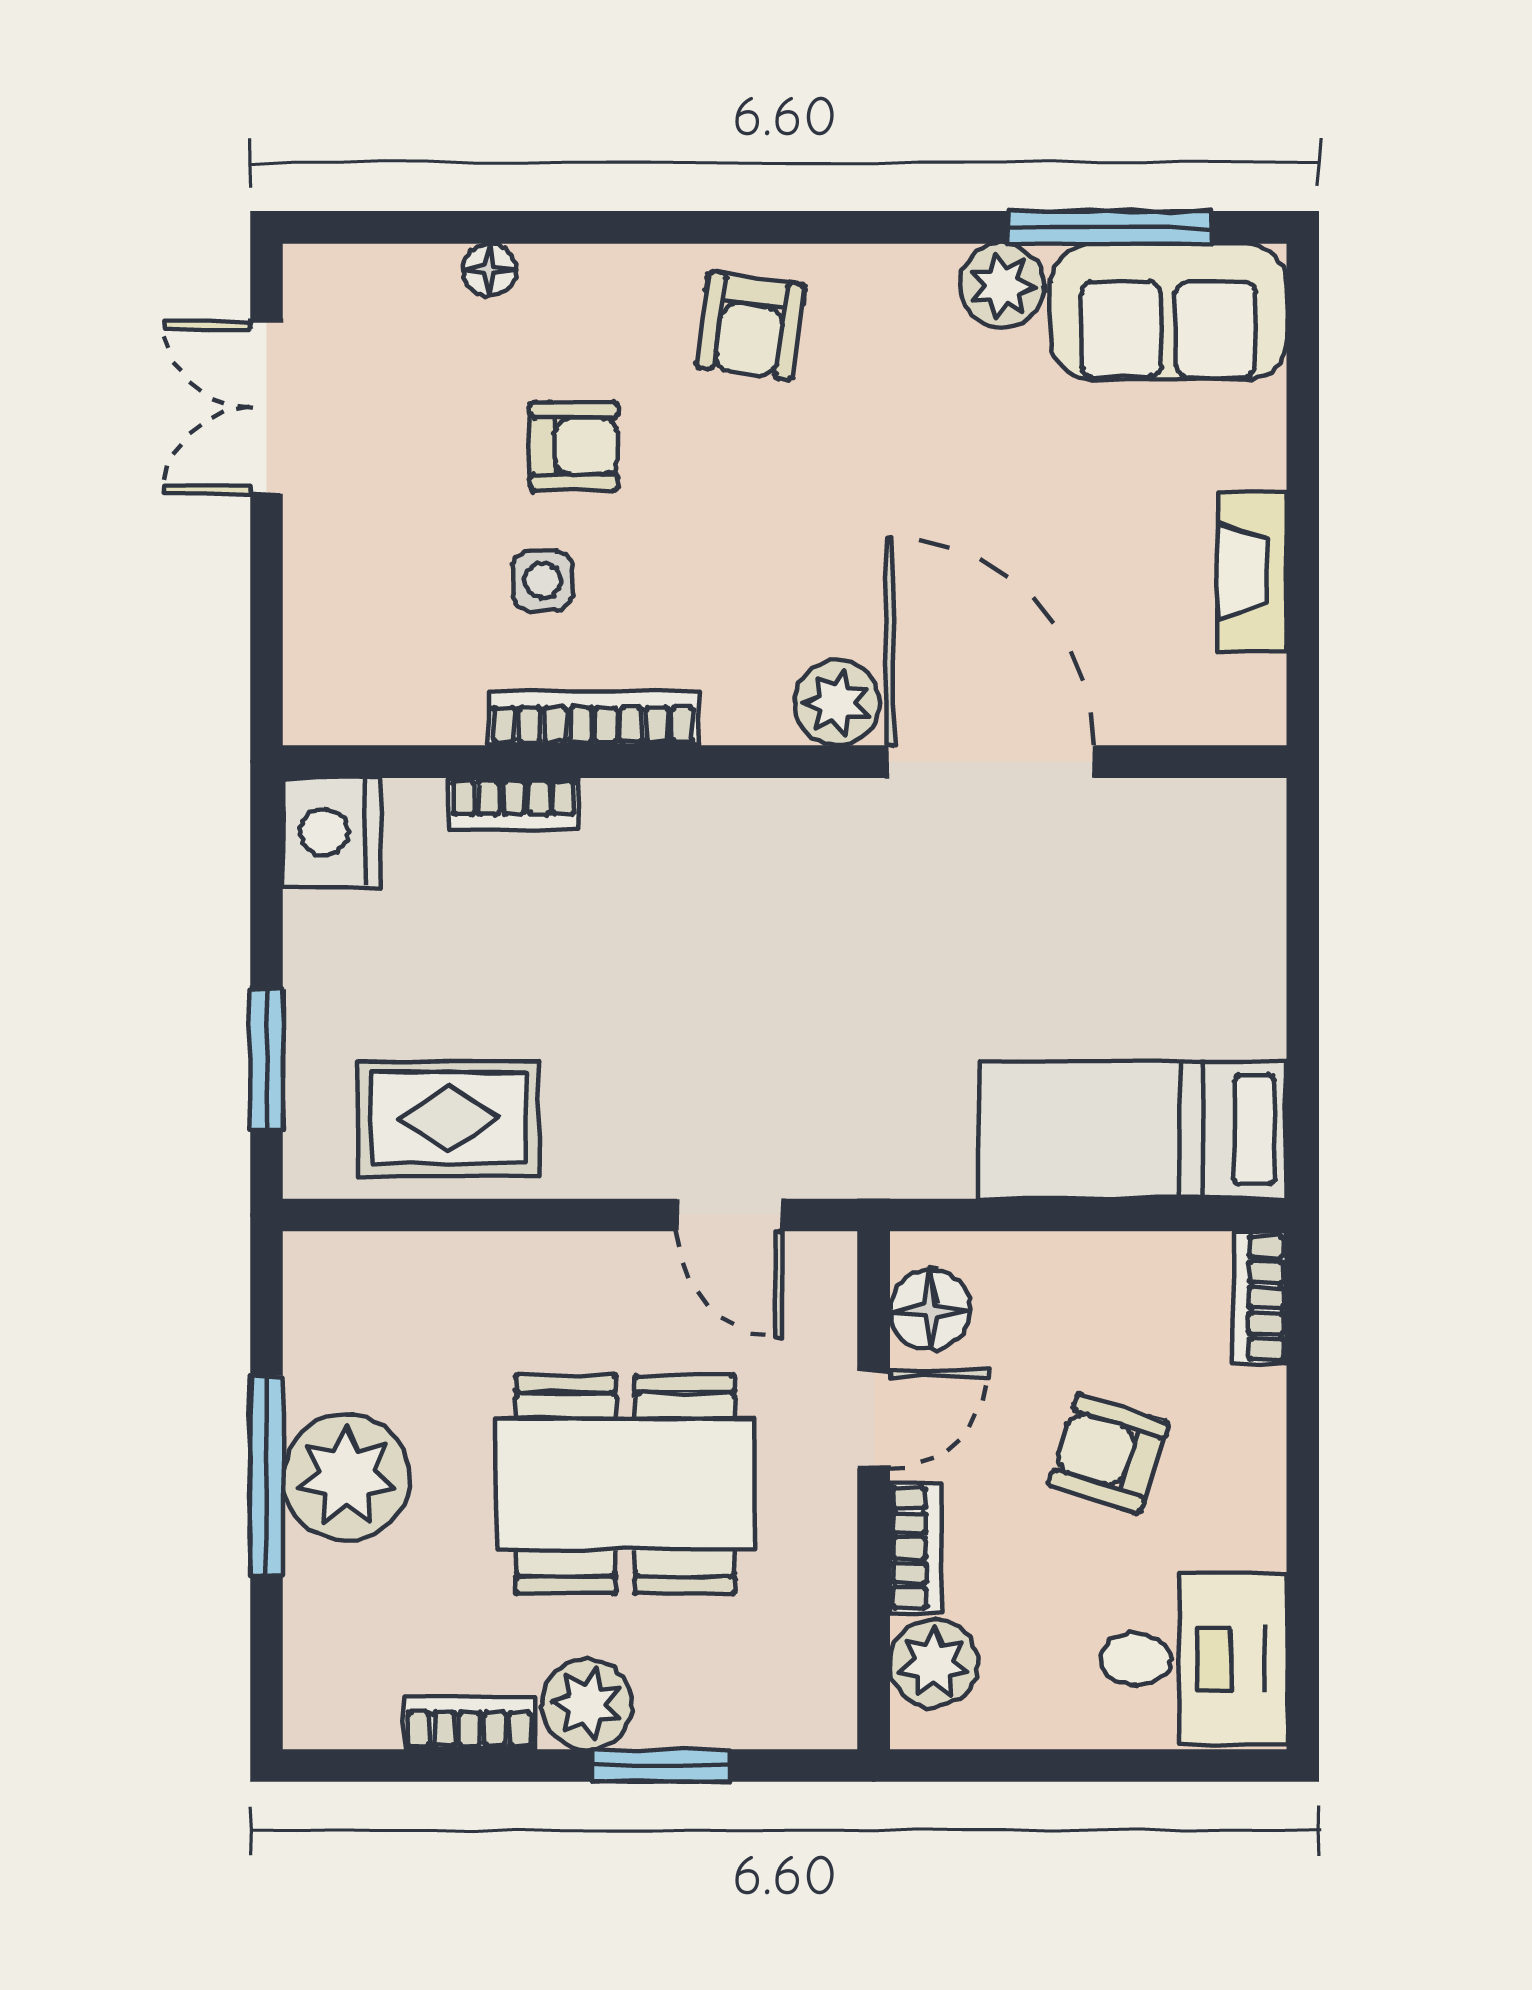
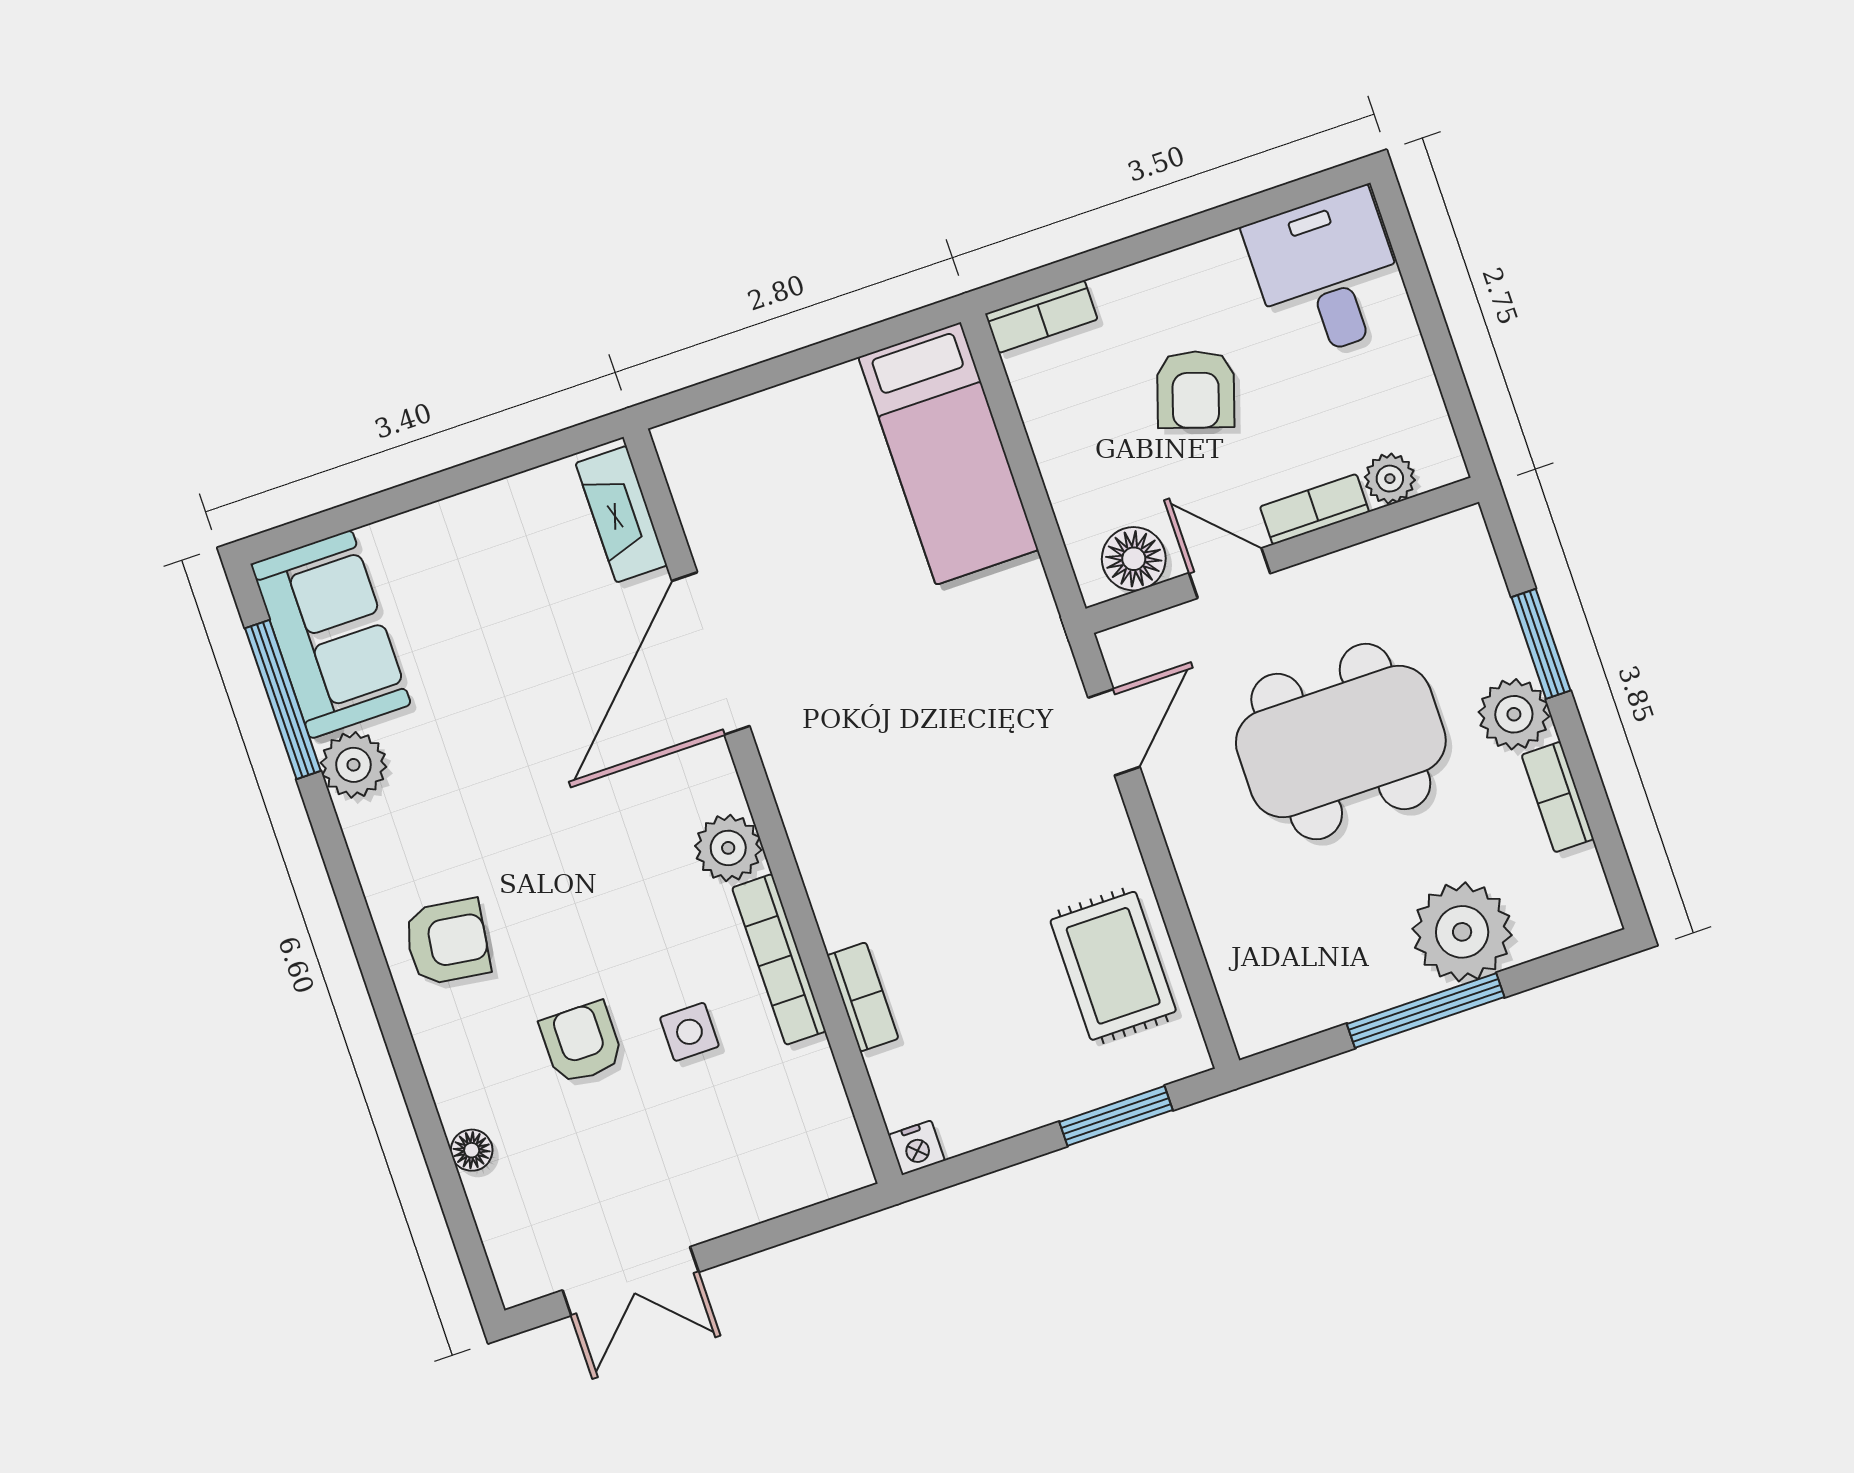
fireplace: (1252, 571) -> (621, 514), moved, turned 90
plant: (837, 703) -> (728, 848), moved
nightstand: (332, 833) -> (917, 1148), width x0.53, depth x0.56
plant: (346, 1477) -> (1462, 932), moved
dining table: (625, 1484) -> (1341, 742), turned 90
plant: (934, 1663) -> (1390, 479), width x0.73, depth x0.73

